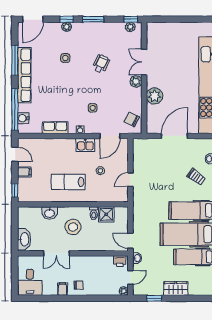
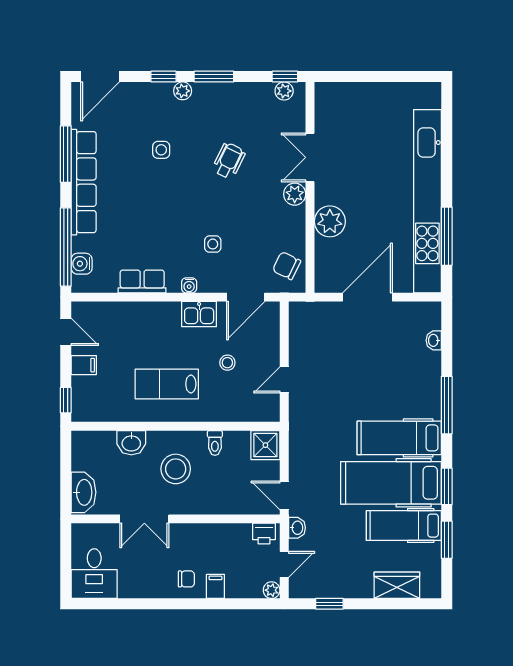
plant: (67, 27) -> (183, 91), moved
trolley: (196, 177) -> (409, 374), removed
shower: (106, 214) -> (265, 445), moved
wardrobe: (176, 288) -> (397, 585), moved
filing cabinet: (62, 289) -> (215, 586), moved

